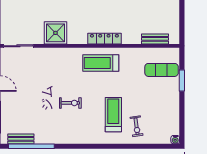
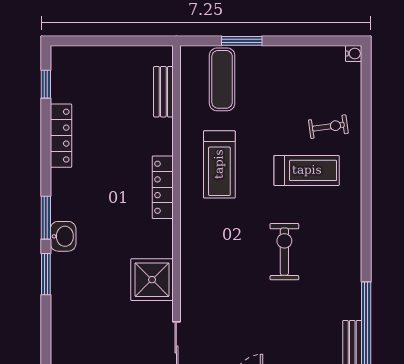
treadmill: (101, 63) -> (219, 164), moved
exercise bike: (70, 103) -> (284, 252), width x1.38, depth x1.39
treadmill: (113, 115) -> (307, 170), turned 180

